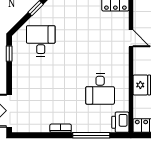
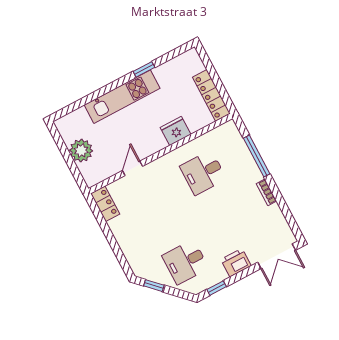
desk: (100, 89) -> (203, 173), turned 180
printer: (120, 122) -> (236, 263), moved, turned 180

